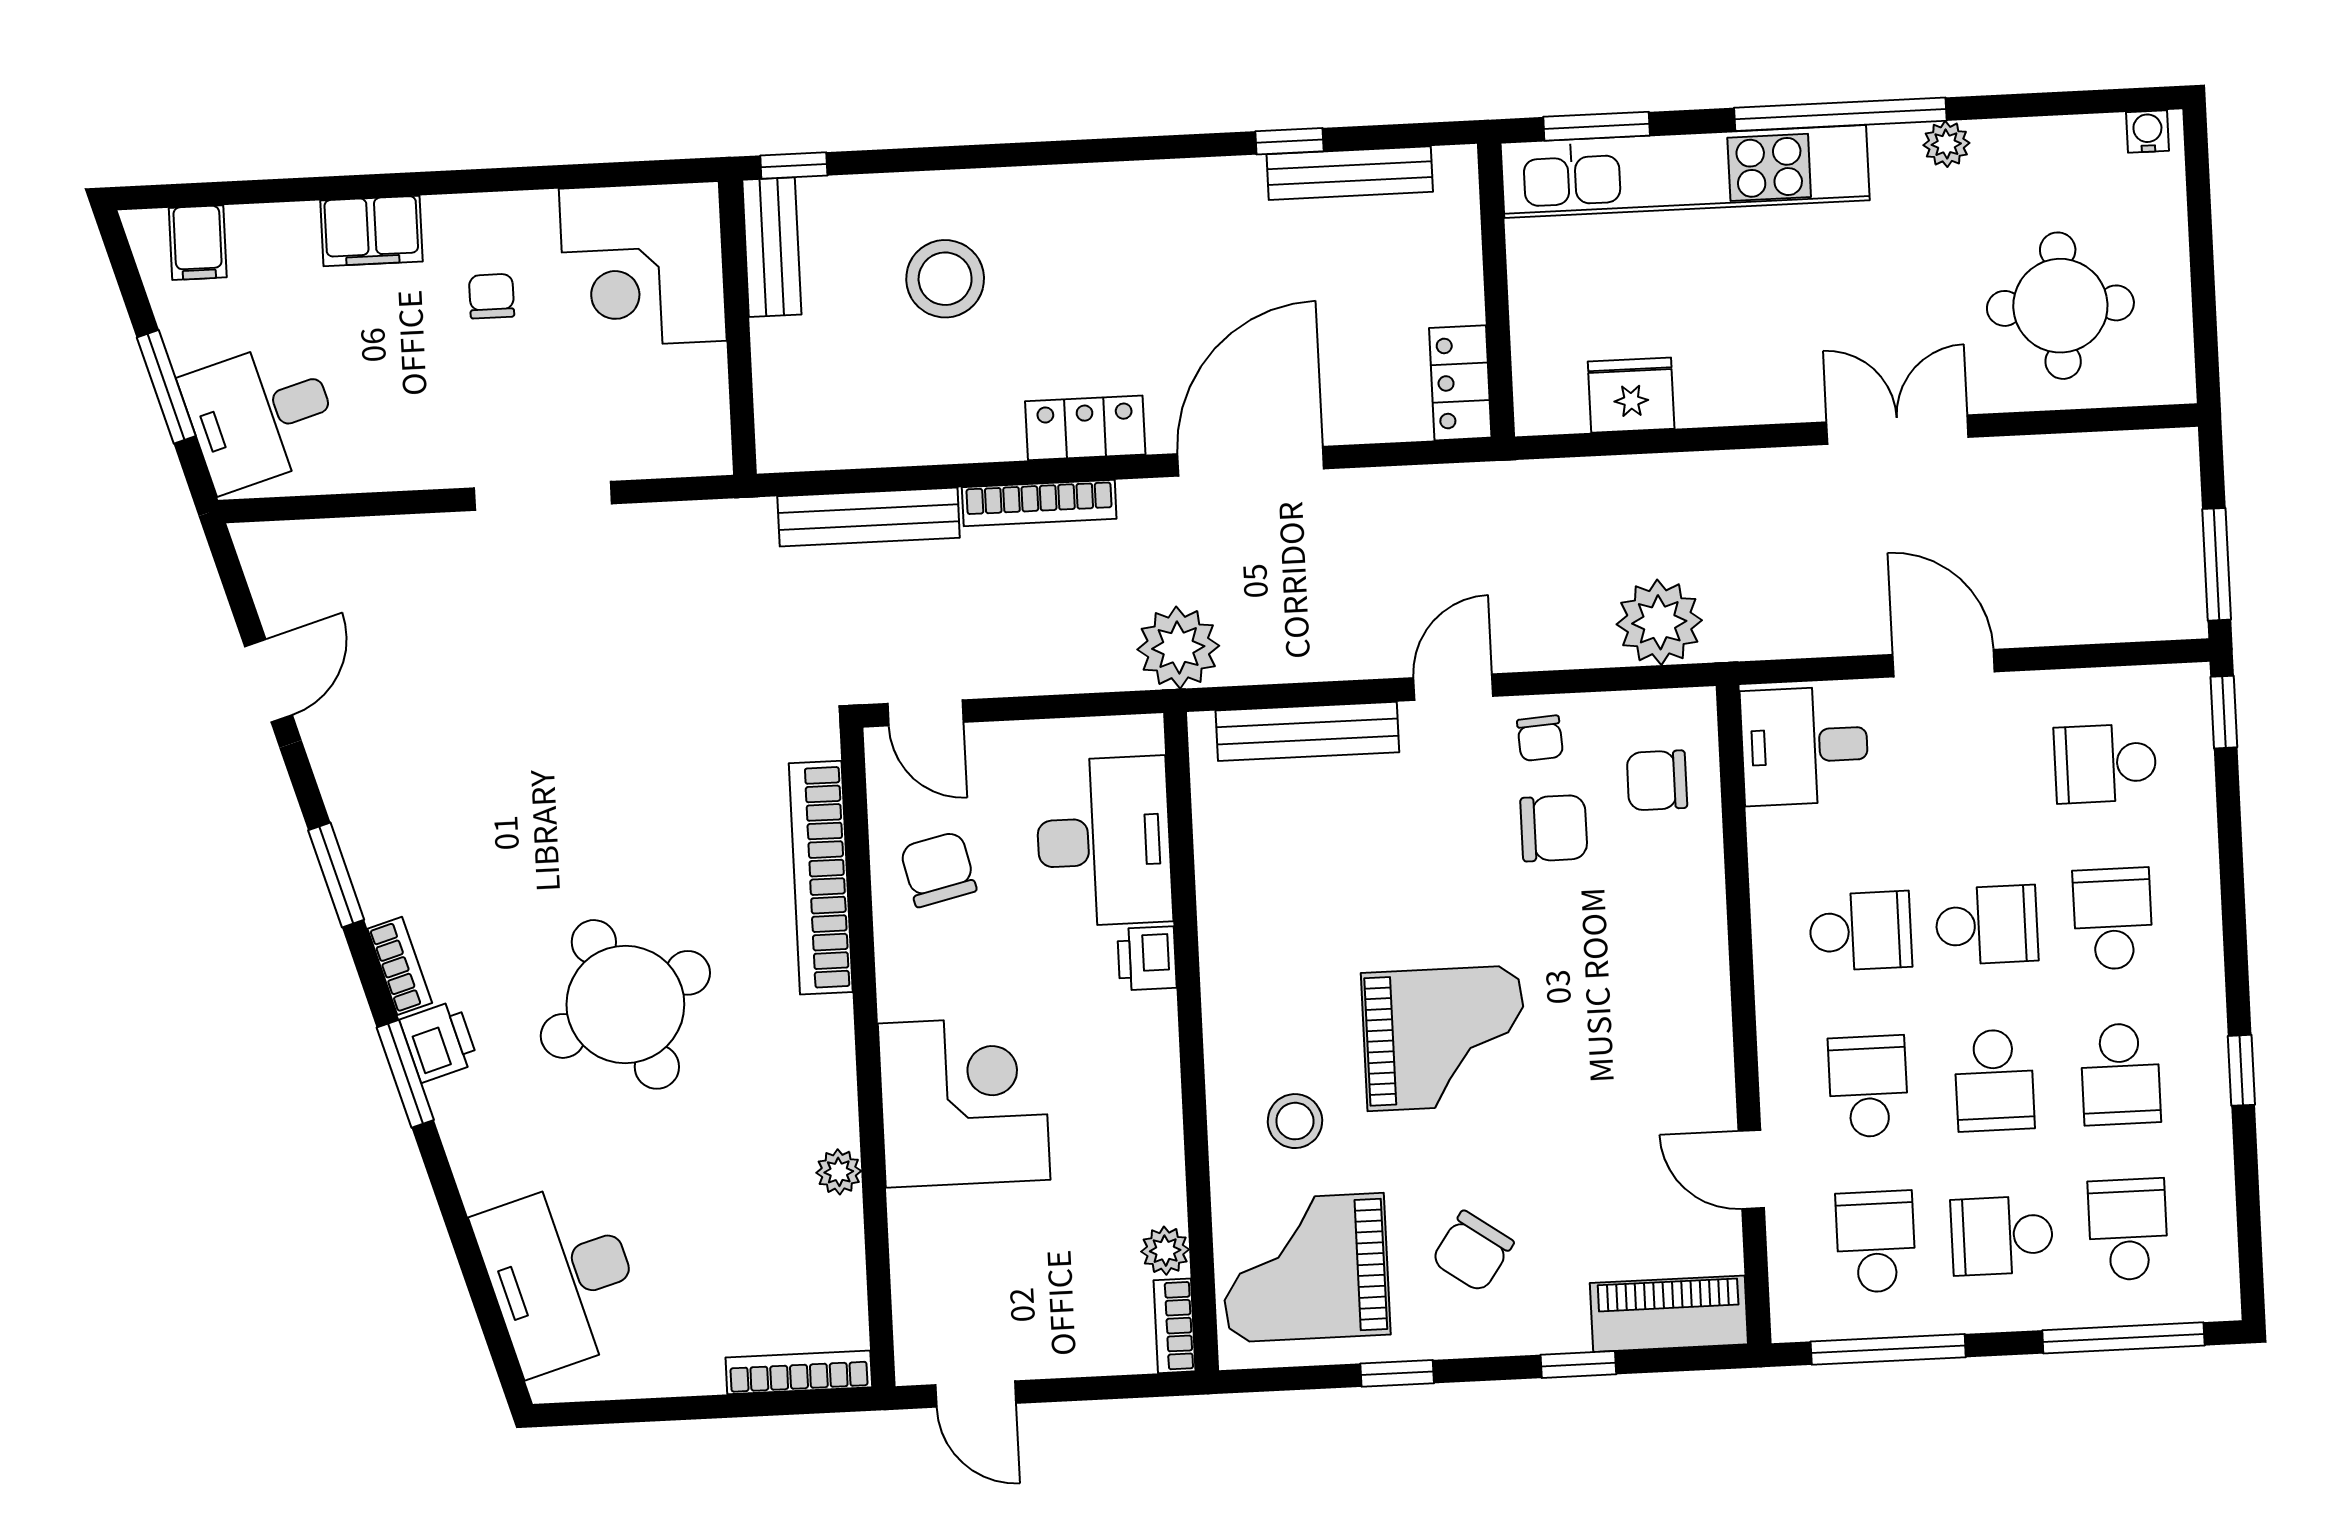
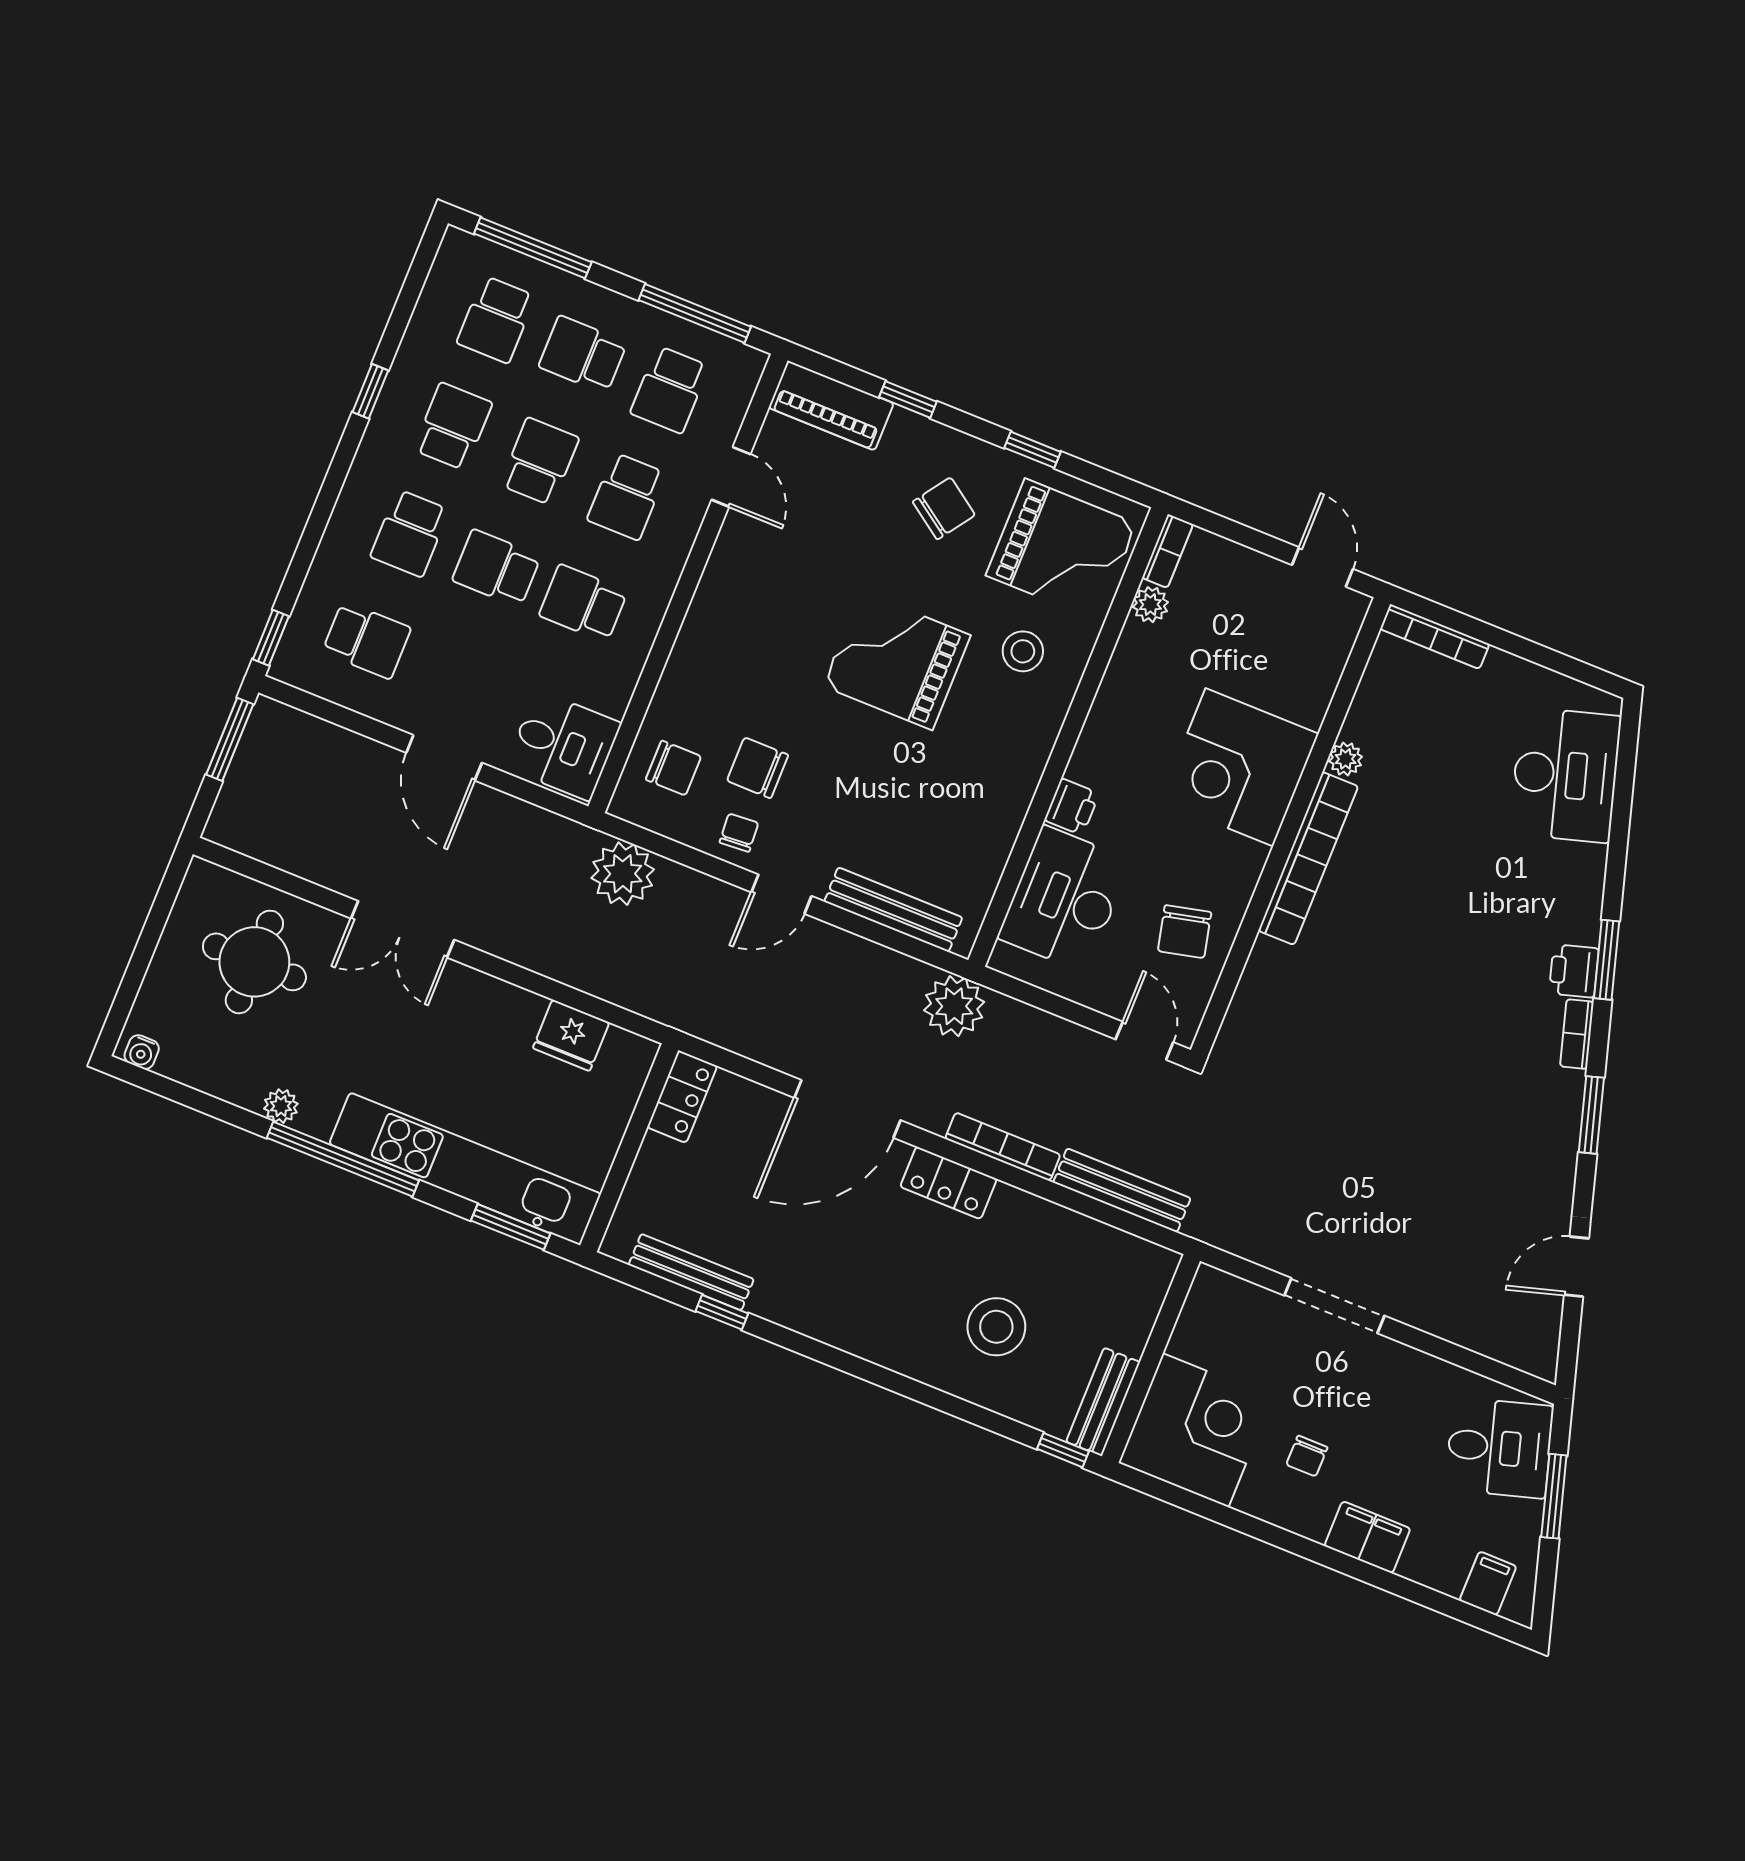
bookcase: (821, 878) -> (1308, 858), moved
round table: (625, 1004) -> (1437, 938), removed
school desk: (2002, 1236) -> (583, 355), turned 180

